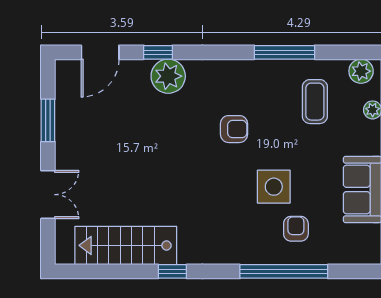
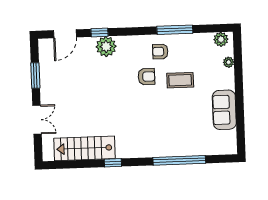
coffee table: (315, 102) -> (180, 80), moved, turned 90
side table: (274, 187) -> (171, 110), removed
armchair: (296, 229) -> (160, 52), moved, turned -90

